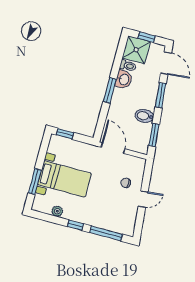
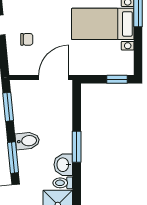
bidet: (144, 116) -> (27, 141), moved
door: (113, 148) -> (54, 77), swing flipped

